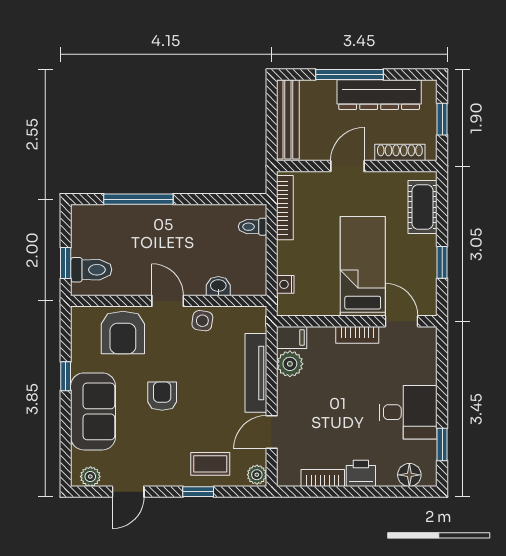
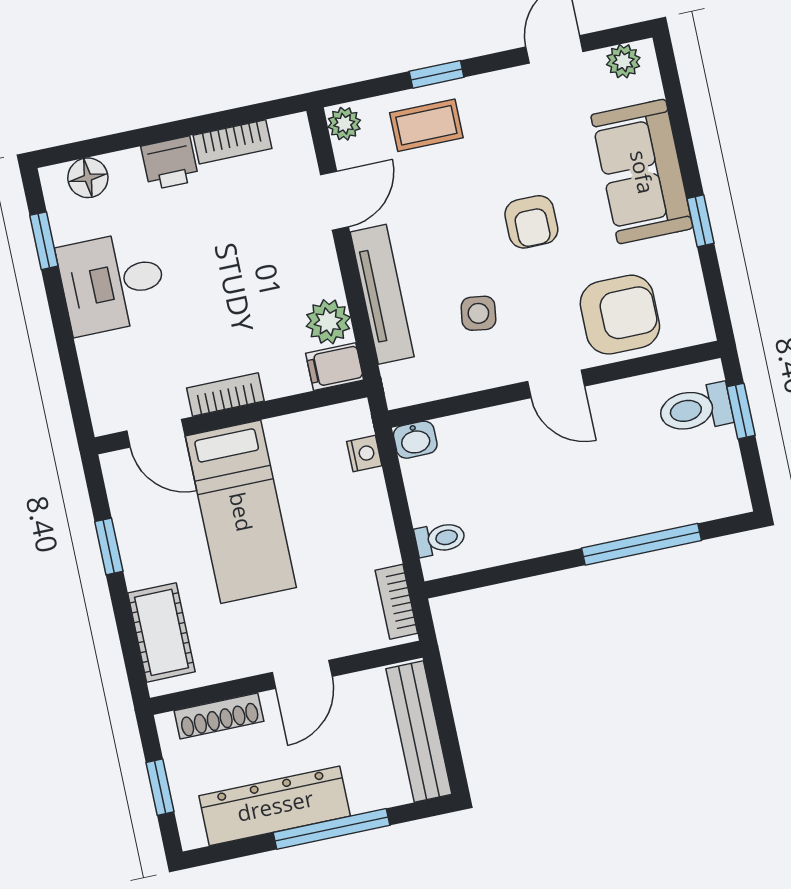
bookcase: (285, 208) -> (396, 602), width x0.64
washbasin: (218, 286) -> (415, 440), moved
side table: (202, 321) -> (478, 313), moved
armchair: (123, 333) -> (620, 315), turned 90

